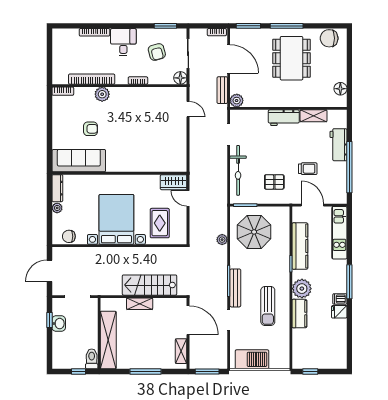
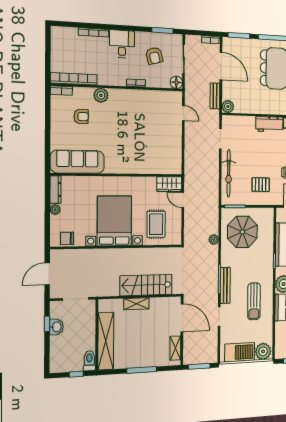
bookcase: (92, 79) -> (74, 79), moved
armchair: (90, 129) -> (81, 116), moved
plant: (279, 360) -> (263, 351), added

